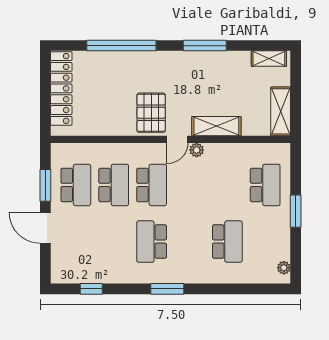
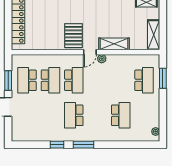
school desk: (76, 185) -> (27, 80), turned 180
window: (296, 211) -> (163, 78), moved
window: (91, 289) -> (57, 145), moved

